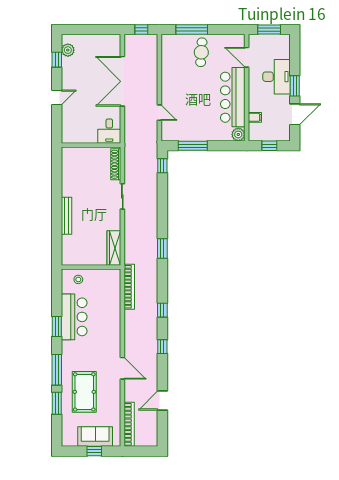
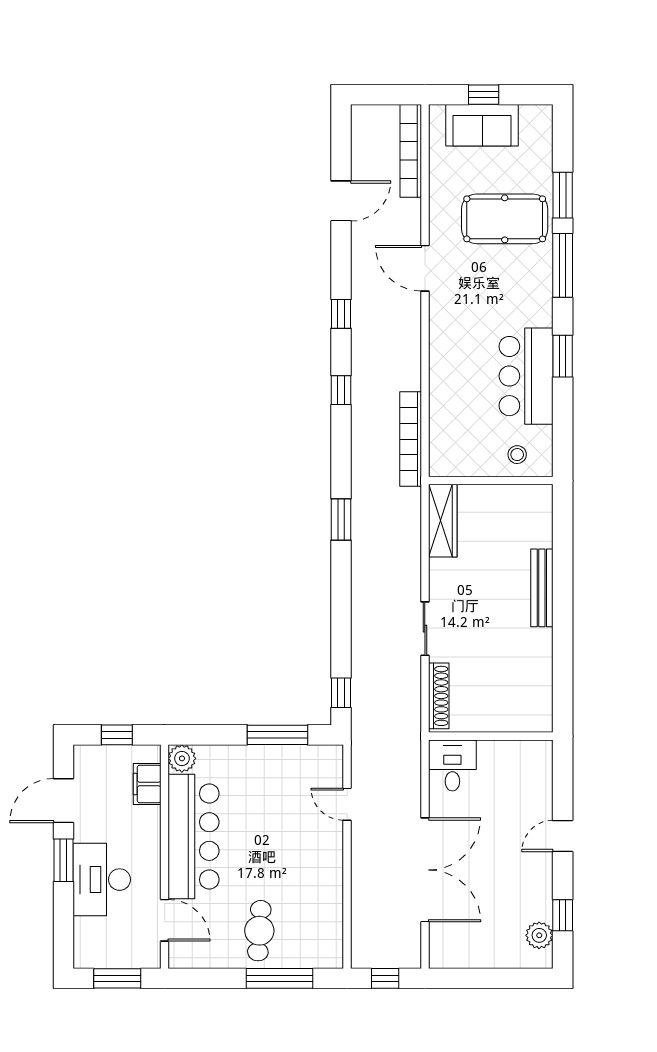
filing cabinet: (255, 117) -> (147, 784), width x2.00
pool table: (84, 392) -> (505, 219), turned 90

